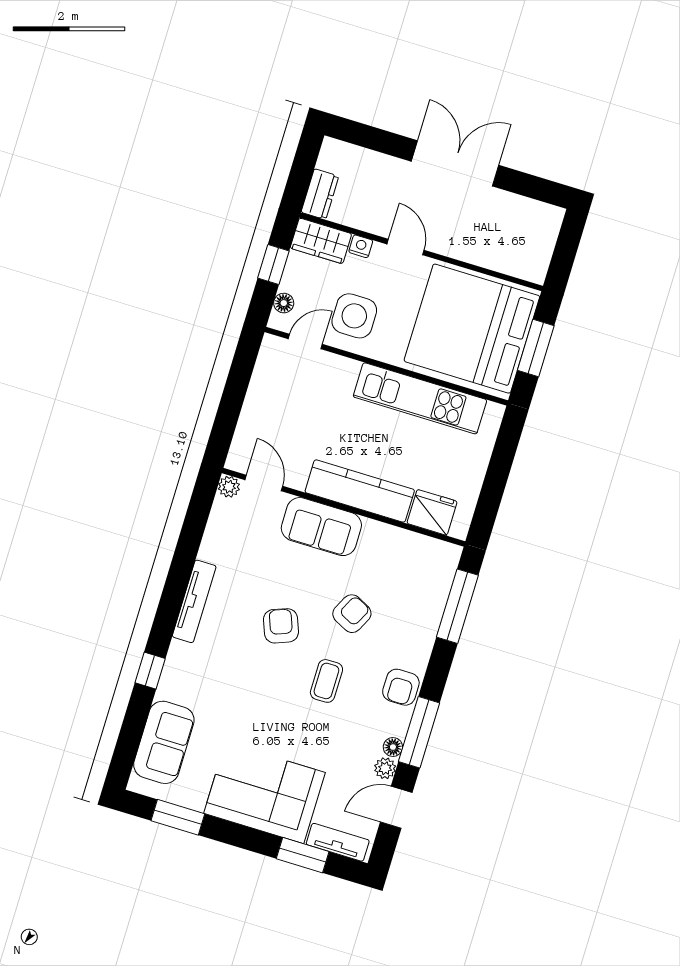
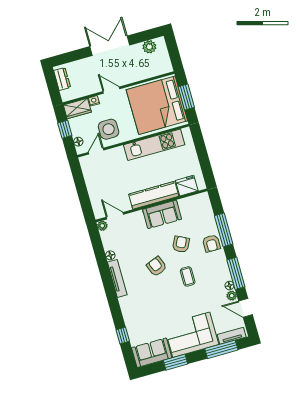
dresser: (320, 194) -> (62, 79), moved
plant: (527, 212) -> (149, 47), added
sofa: (321, 527) -> (162, 214), moved
floor lamp: (209, 551) -> (110, 255), added
window: (457, 606) -> (224, 230), moved
window: (150, 671) -> (123, 335), moved
armchair: (401, 687) -> (211, 243), moved
sofa: (164, 742) -> (152, 353), moved, turned -90
door: (396, 807) -> (246, 308), hinge flipped
window: (178, 817) -> (176, 362), moved
window: (303, 855) -> (221, 349), width x1.44

